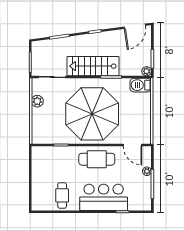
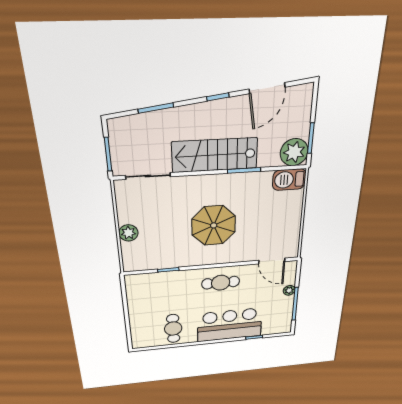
door: (135, 26) -> (267, 88), moved
plant: (147, 71) -> (294, 152), width x1.87, depth x1.87
plant: (37, 101) -> (128, 233), moved
parasol: (92, 114) -> (214, 225), width x0.54, depth x0.54
cafe table: (97, 159) -> (221, 283), width x0.73, depth x0.74

